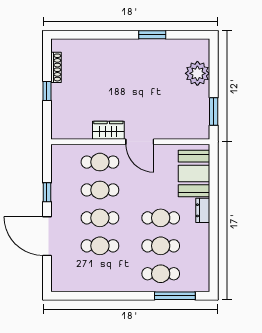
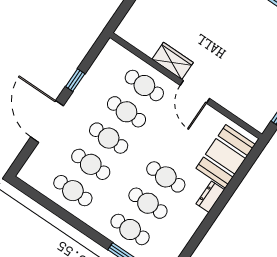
cafe table: (100, 274) -> (73, 191), added

